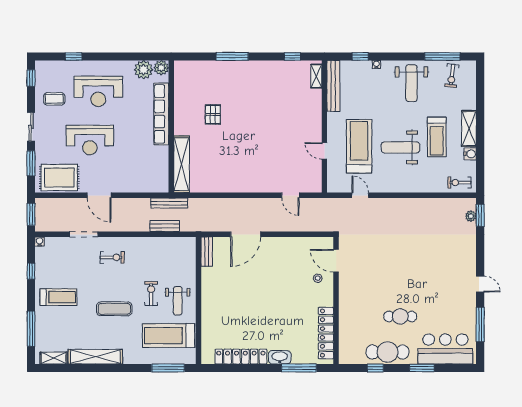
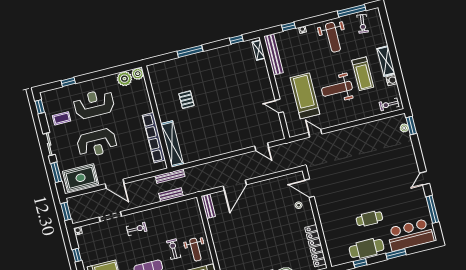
reception desk: (98, 91) -> (94, 104), turned 180
row of seats: (161, 114) -> (154, 138), moved
door: (480, 284) -> (425, 178), swing flipped

